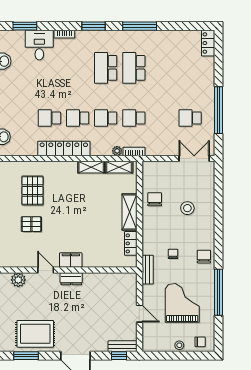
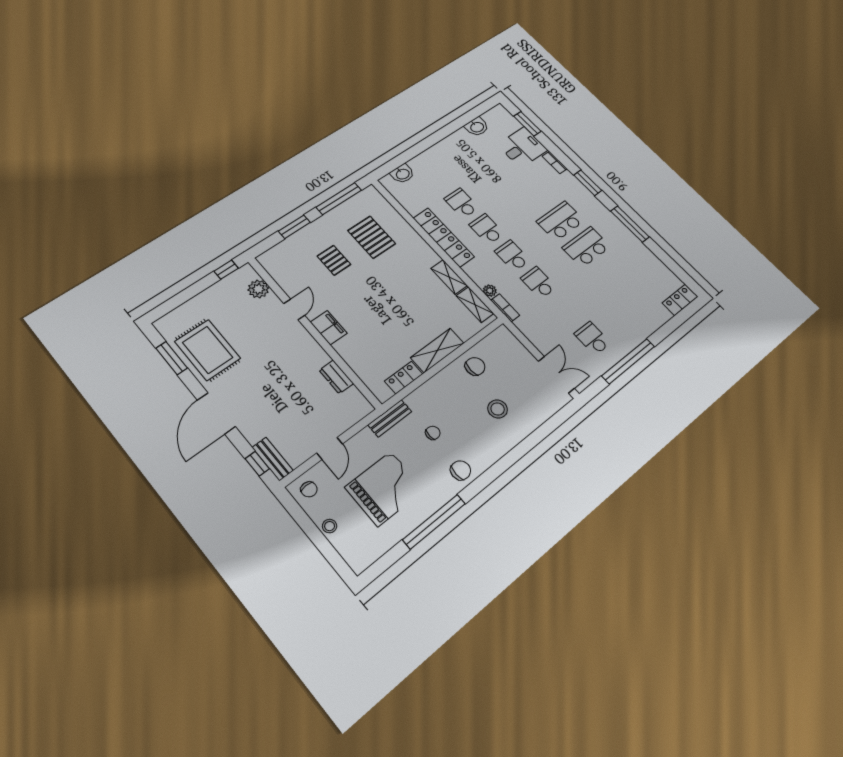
pallet: (32, 191) -> (372, 237), turned 90
dresser: (71, 279) -> (336, 377), moved
chair: (200, 342) -> (309, 489), moved

